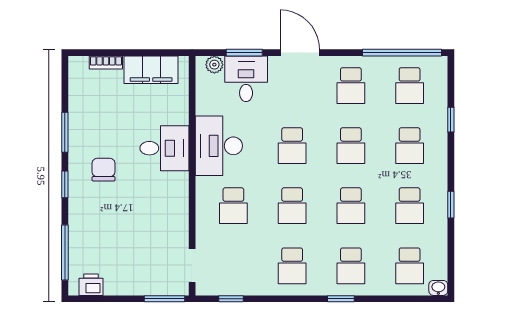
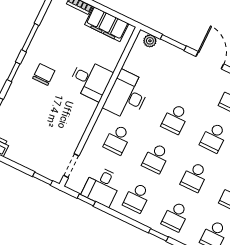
desk: (246, 79) -> (102, 186), moved, turned 180
window: (164, 299) -> (43, 179), width x0.67

